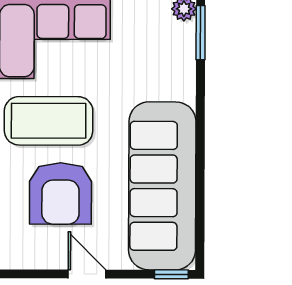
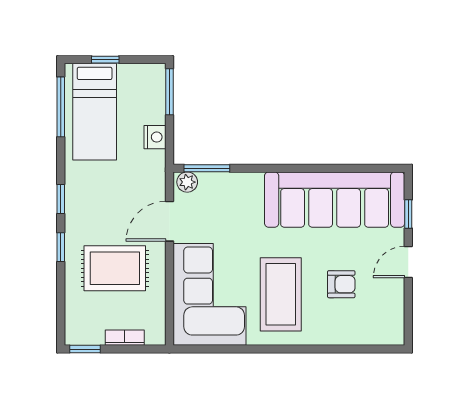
armchair: (61, 194) -> (341, 284), width x0.53, depth x0.53
window: (171, 274) -> (408, 214), moved

